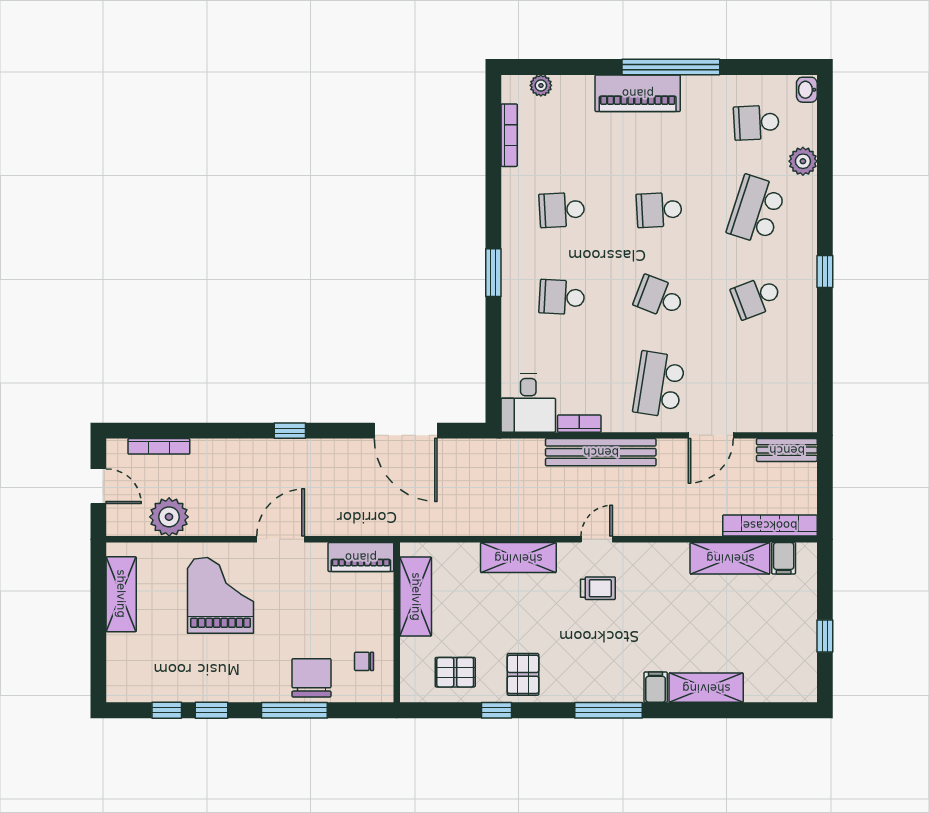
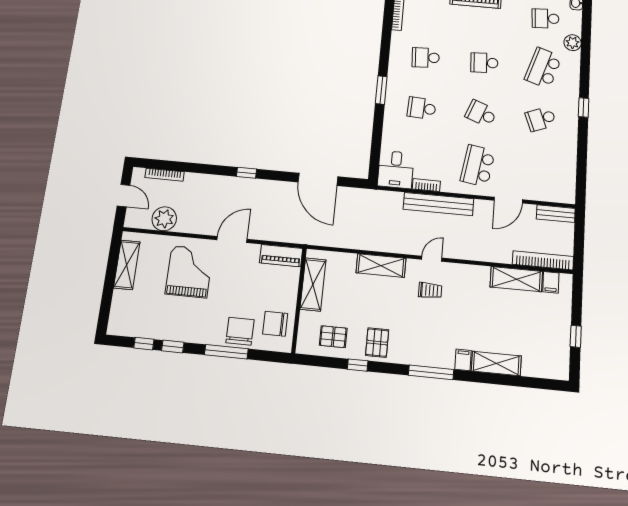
chair: (364, 661) -> (275, 324), width x1.87, depth x1.87

